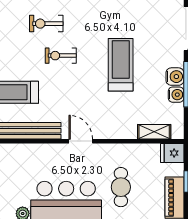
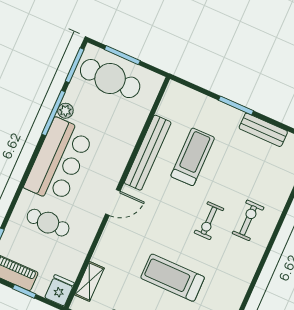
exercise bike: (61, 56) -> (209, 221), turned 180
treadmill: (121, 65) -> (173, 278), turned 180

